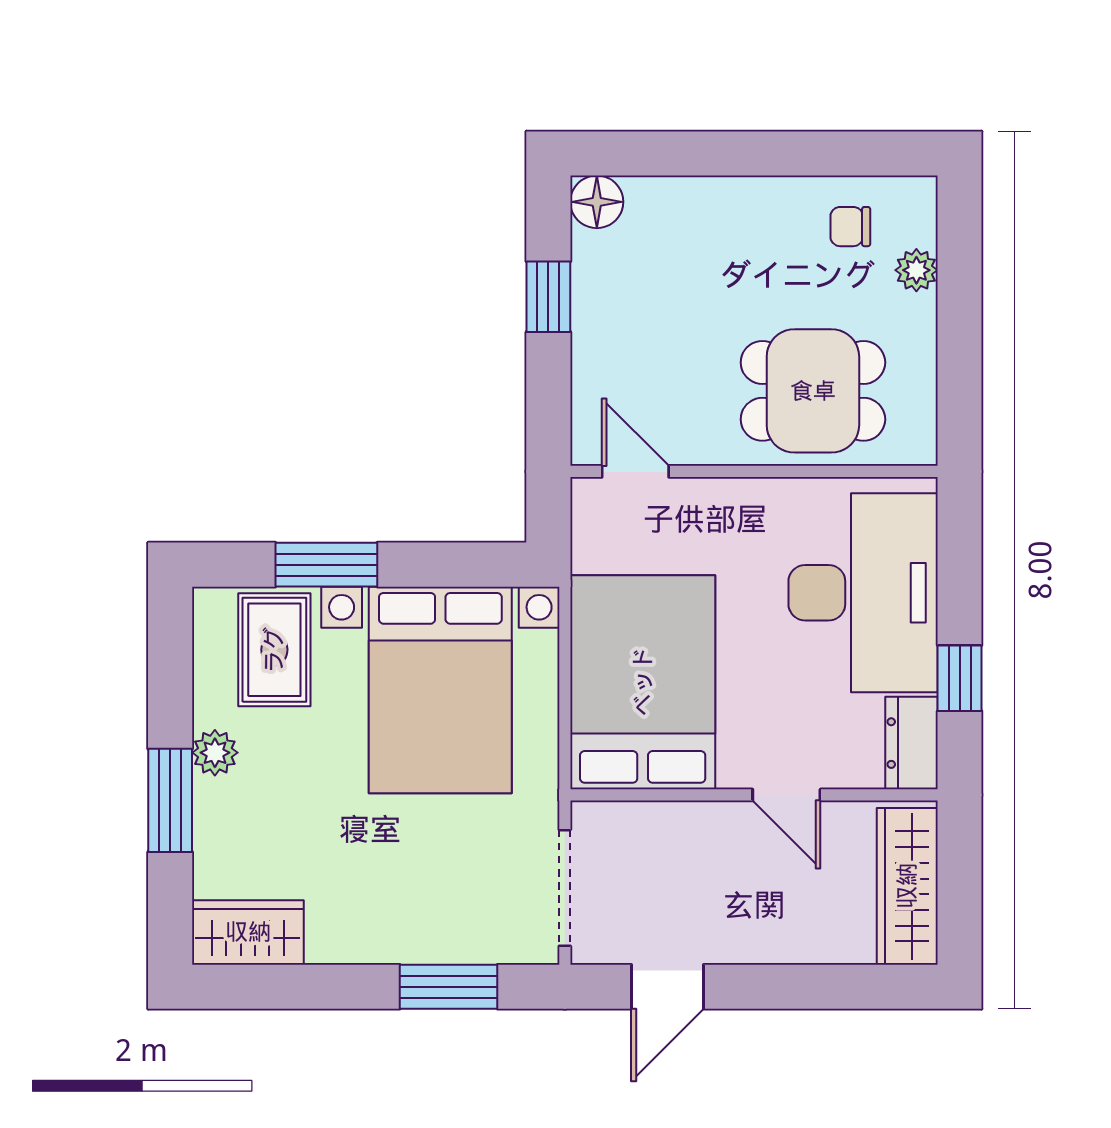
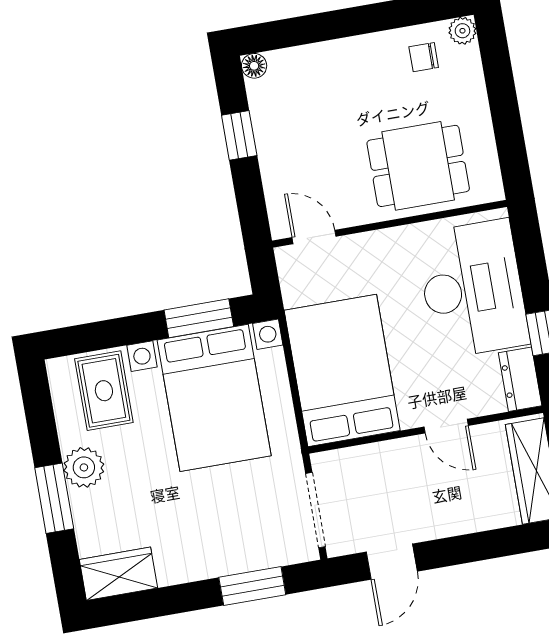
floor lamp: (597, 202) -> (254, 66), width x0.73, depth x0.73
plant: (916, 270) -> (462, 31), moved
window: (326, 565) -> (199, 318), moved
plant: (215, 753) -> (84, 467), width x1.38, depth x1.38

